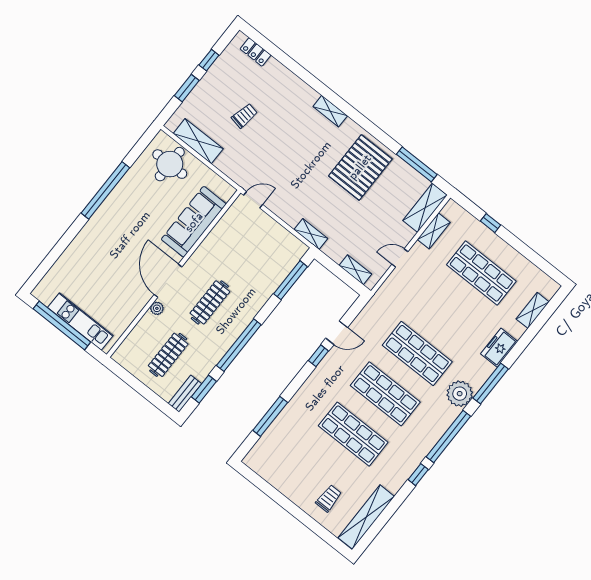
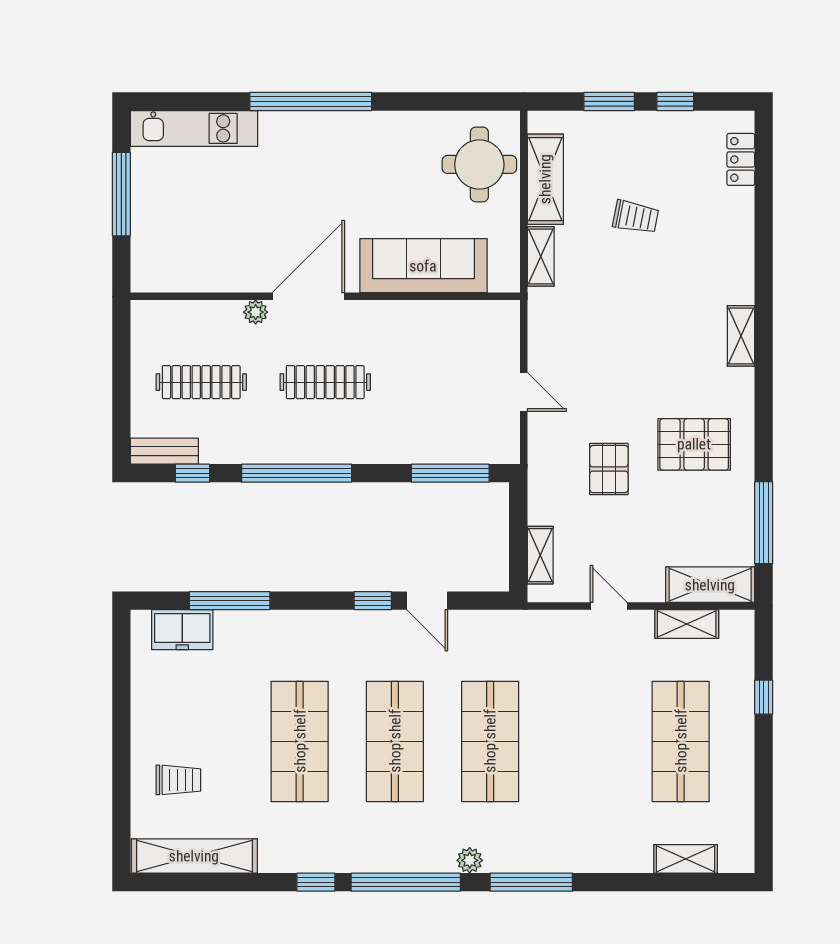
pallet: (360, 167) -> (694, 444), width x0.73, depth x0.71
window: (105, 190) -> (311, 101), moved
door: (253, 200) -> (524, 392), moved
pallet: (342, 212) -> (609, 469), added
shelving: (311, 234) -> (541, 256), moved
kitchen unit: (80, 322) -> (194, 128), moved, turned 90
window: (62, 325) -> (121, 194), width x0.68
freezer: (499, 348) -> (182, 630), moved, turned 180
window: (204, 389) -> (193, 473), width x0.67
plant: (460, 394) -> (470, 860), width x0.53, depth x0.53

